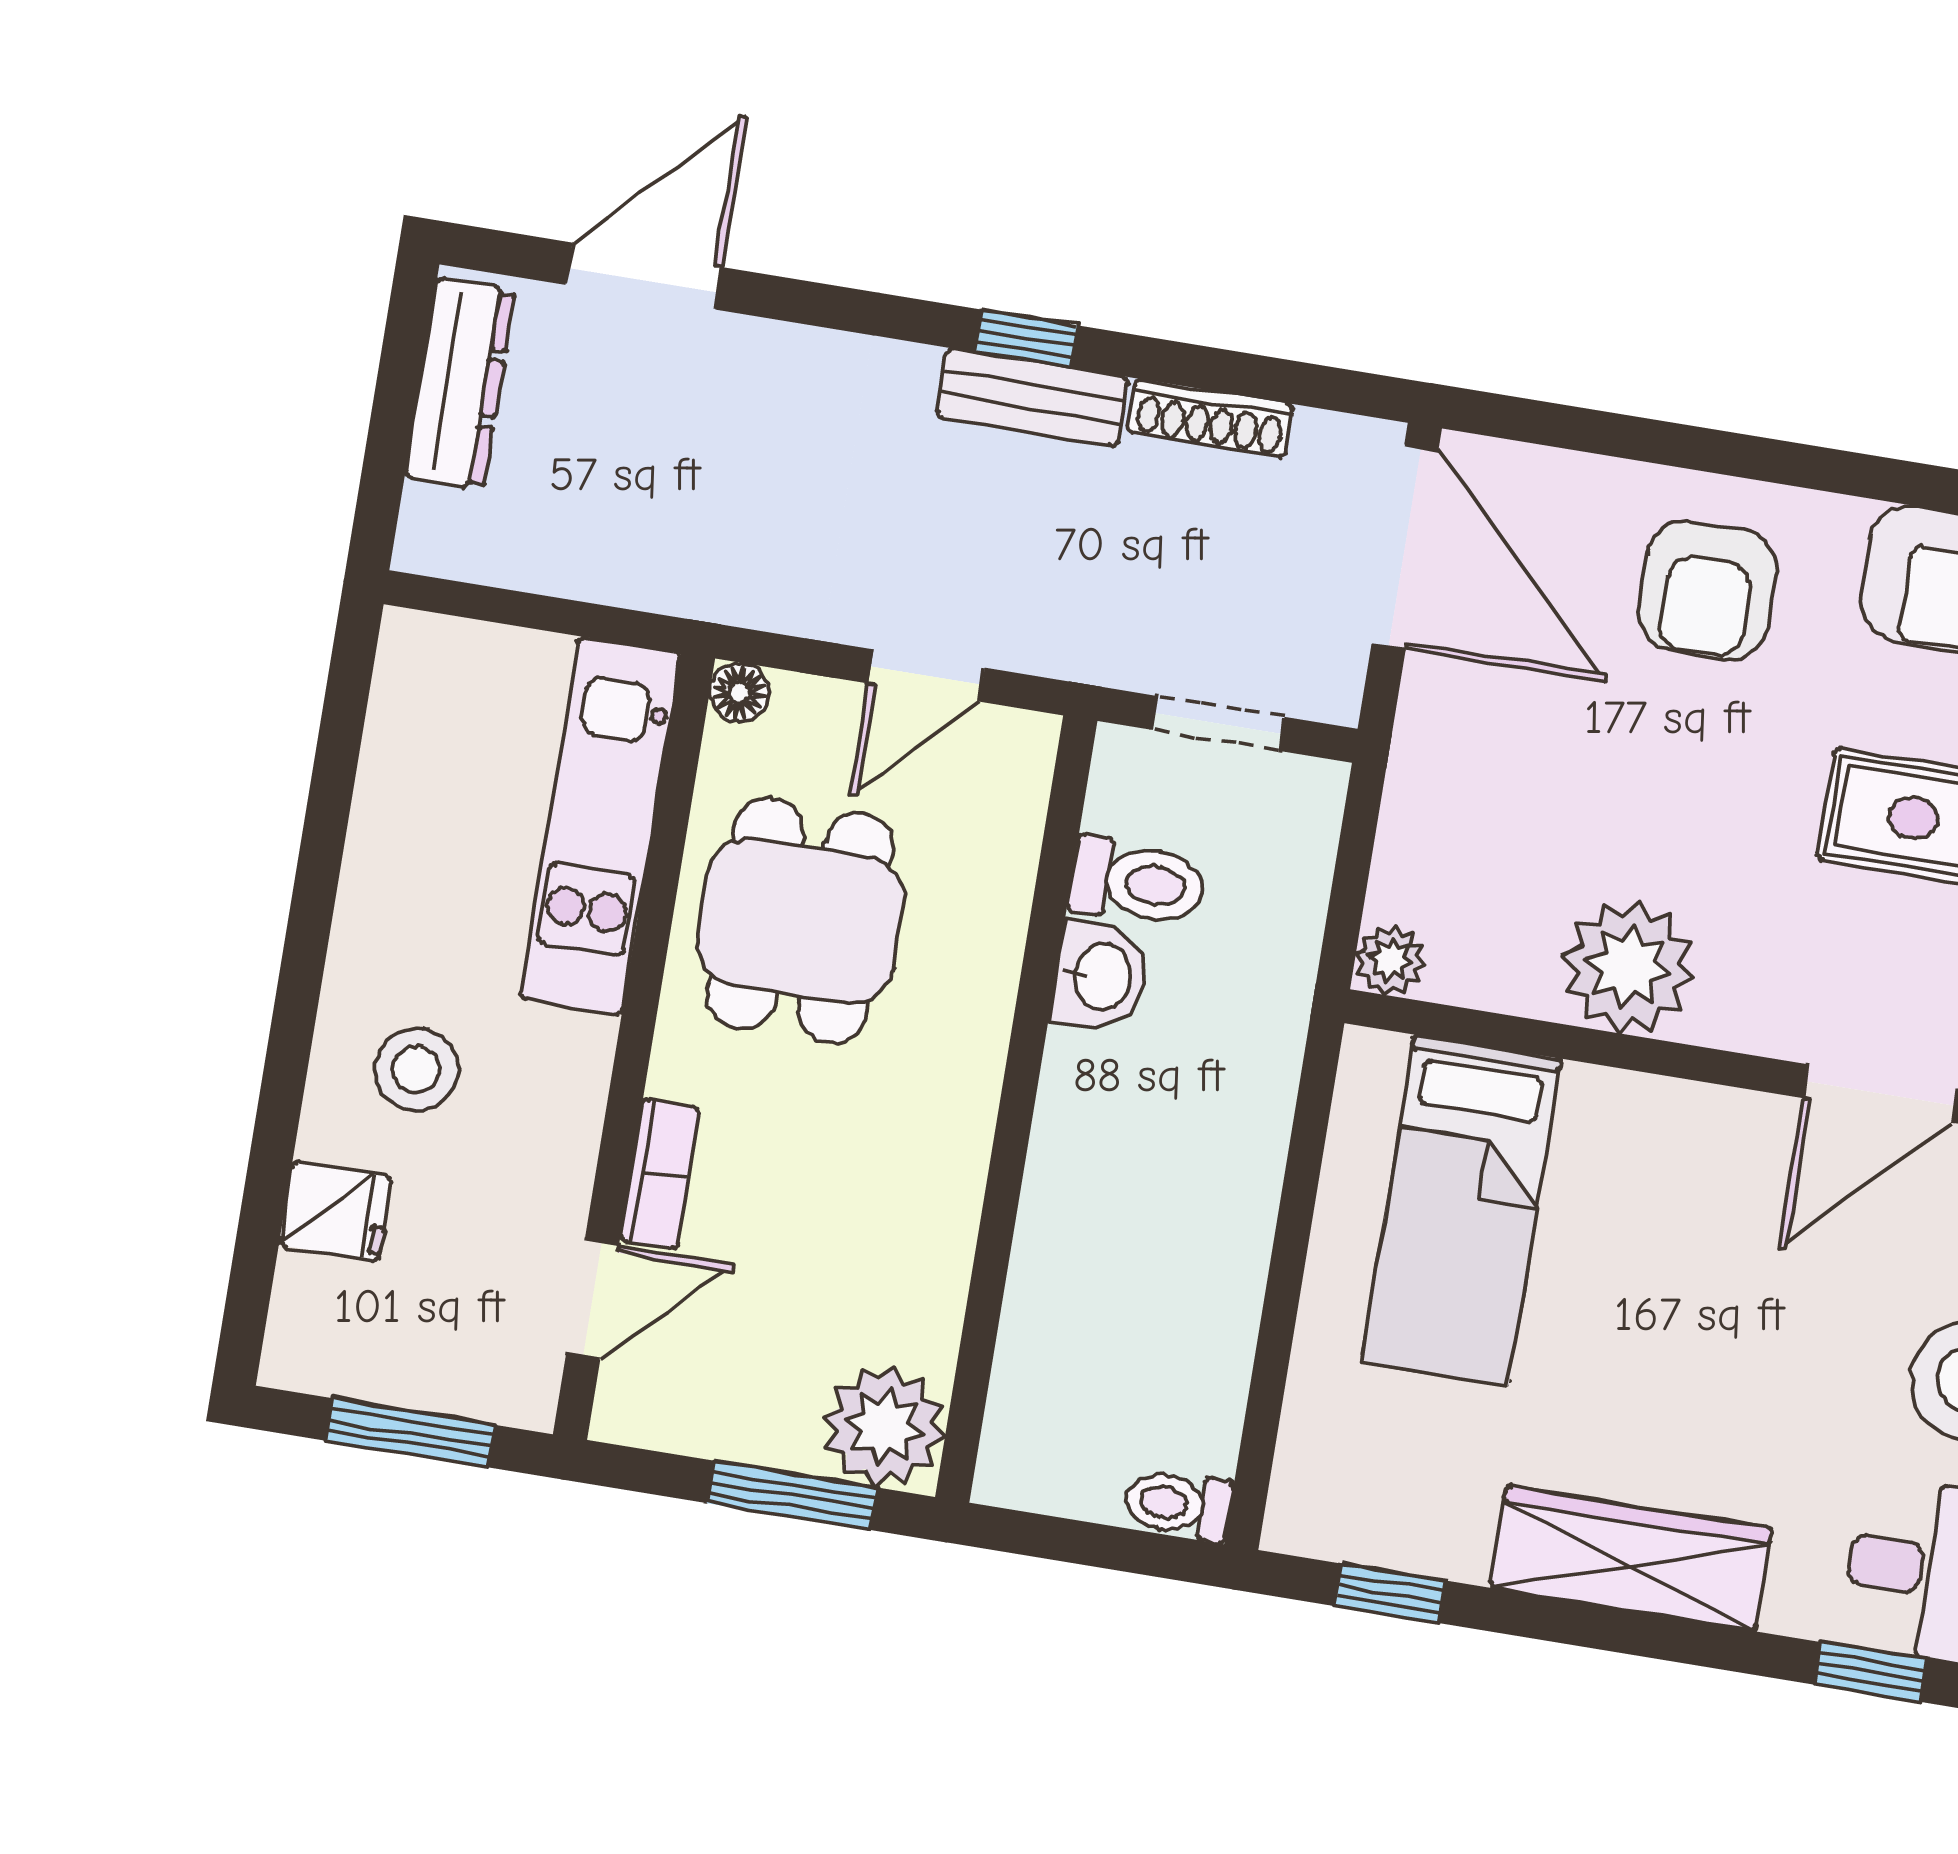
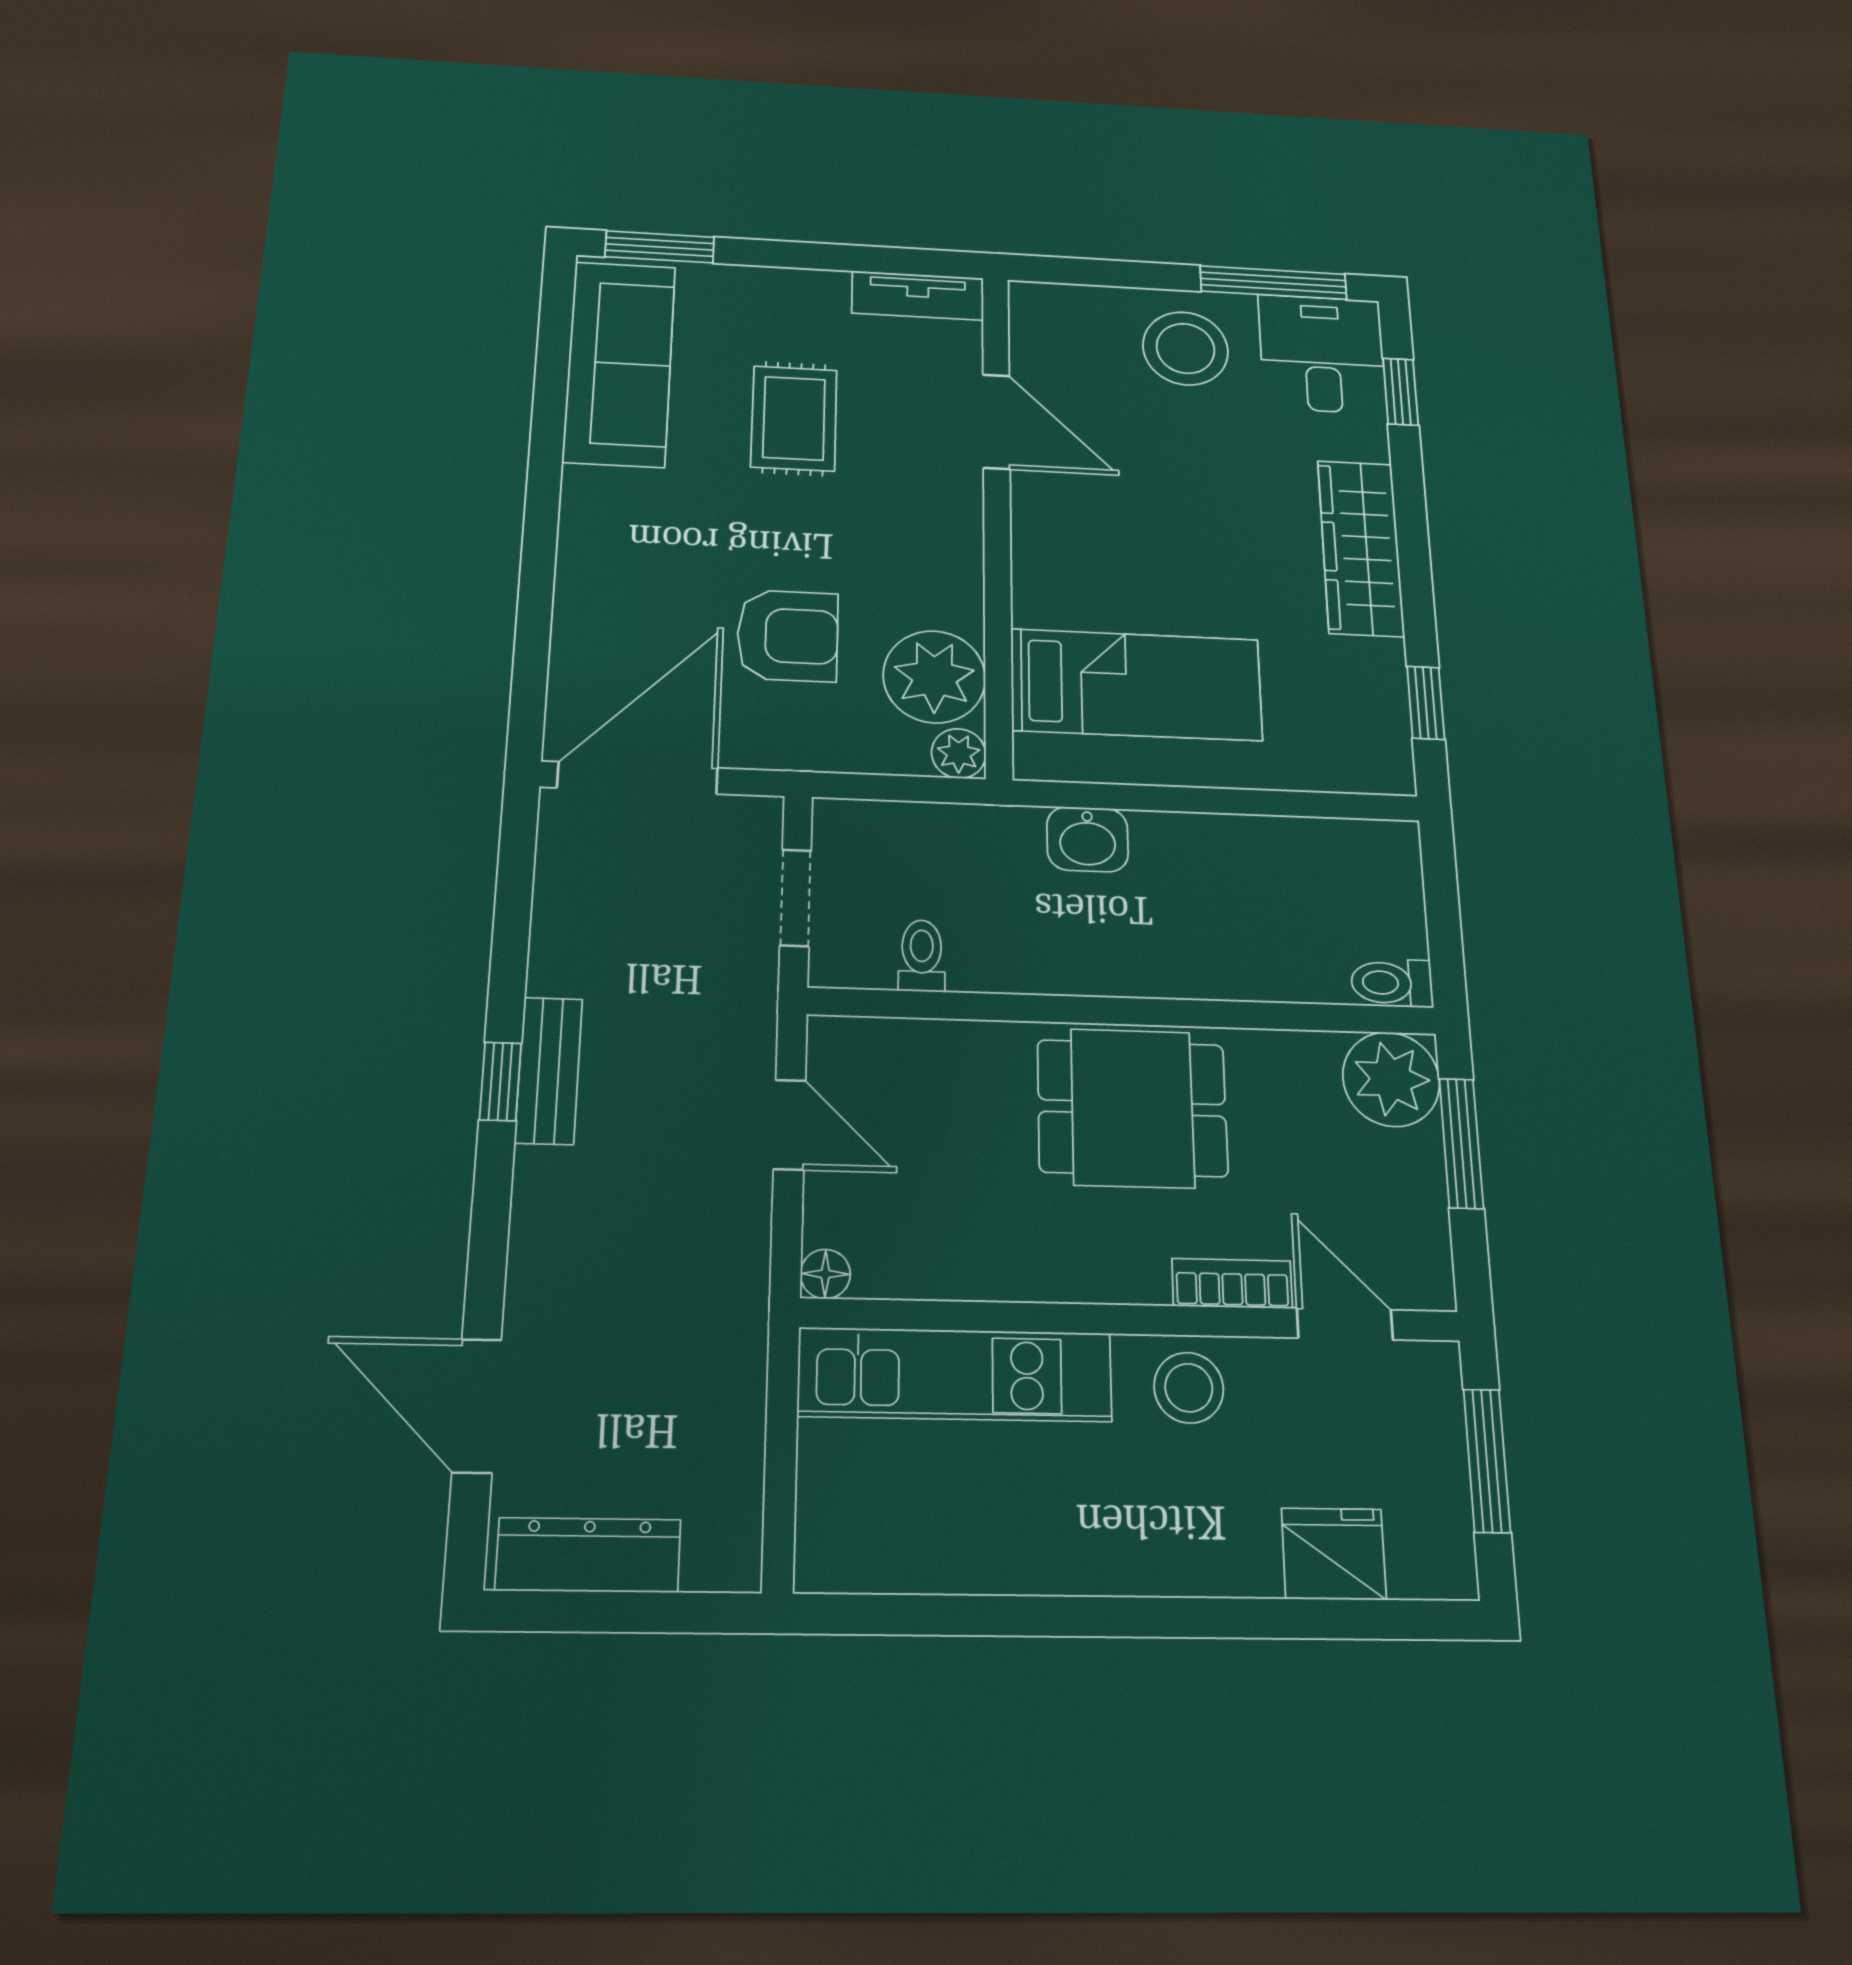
shoe rack: (1210, 418) -> (551, 932), removed
armchair: (1707, 590) -> (788, 636), moved
toilet: (1137, 882) -> (922, 956), width x0.73, depth x0.72
dining table: (800, 921) -> (1132, 1108), moved
plant: (1628, 967) -> (934, 677), moved
washbasin: (1100, 976) -> (1088, 839), moved, turned 180
stool: (416, 1069) -> (1189, 1388), moved
fridge: (336, 1211) -> (1334, 1554), width x1.38
toilet: (1178, 1504) -> (1392, 983), moved, turned 90

